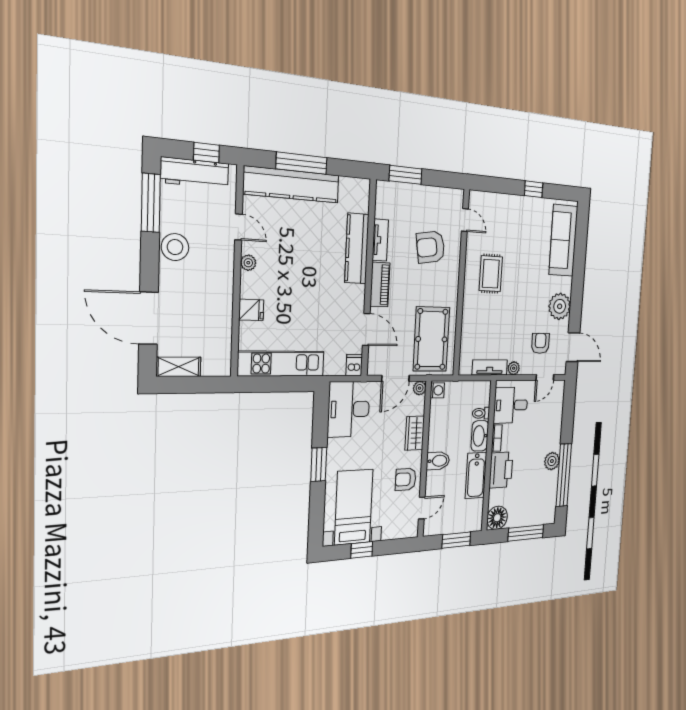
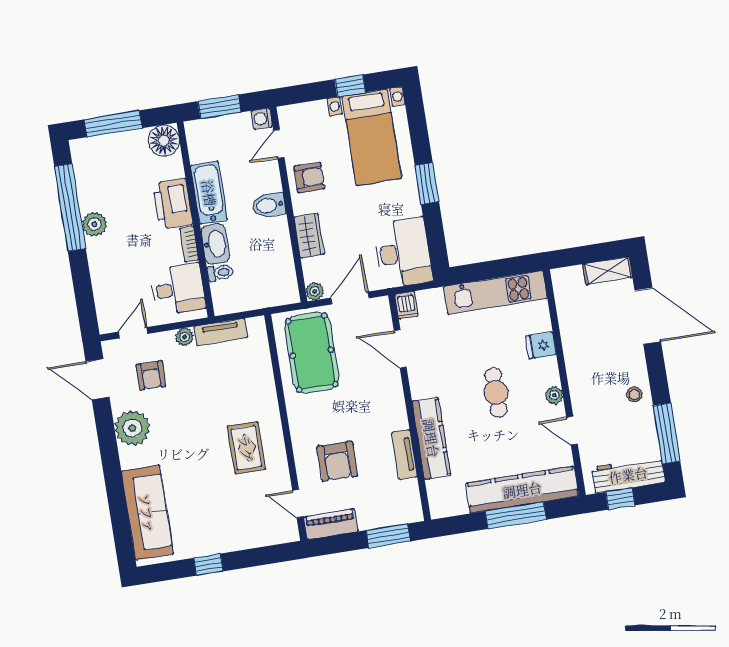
stool: (175, 247) -> (634, 394), width x0.53, depth x0.53
armchair: (431, 247) -> (337, 461), turned 99
cafe table: (297, 276) -> (496, 392), added
piano: (380, 285) -> (331, 524), moved, turned 90
washing machine: (437, 390) -> (262, 119), moved

